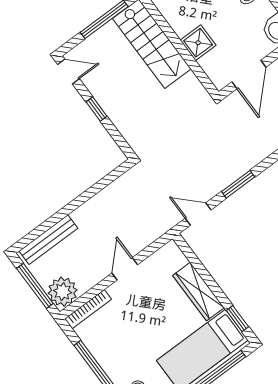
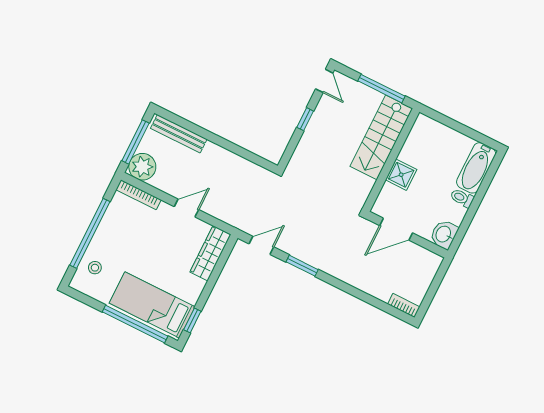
door: (198, 214) -> (261, 245), hinge flipped
wardrobe: (198, 292) -> (210, 253), moved

